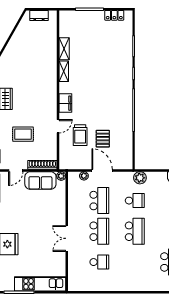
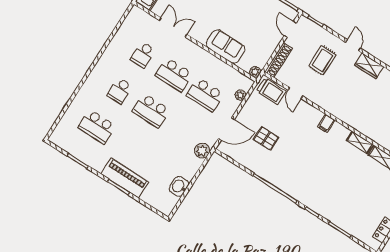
filing cabinet: (65, 103) -> (326, 123), width x0.50
door: (58, 126) -> (295, 93), moved
trolley: (80, 135) -> (271, 91), moved, turned 180
door: (102, 170) -> (226, 129), moved
sofa: (40, 180) -> (226, 47), moved, turned 90
school desk: (135, 201) -> (120, 91), moved
double door: (67, 238) -> (173, 27), moved

